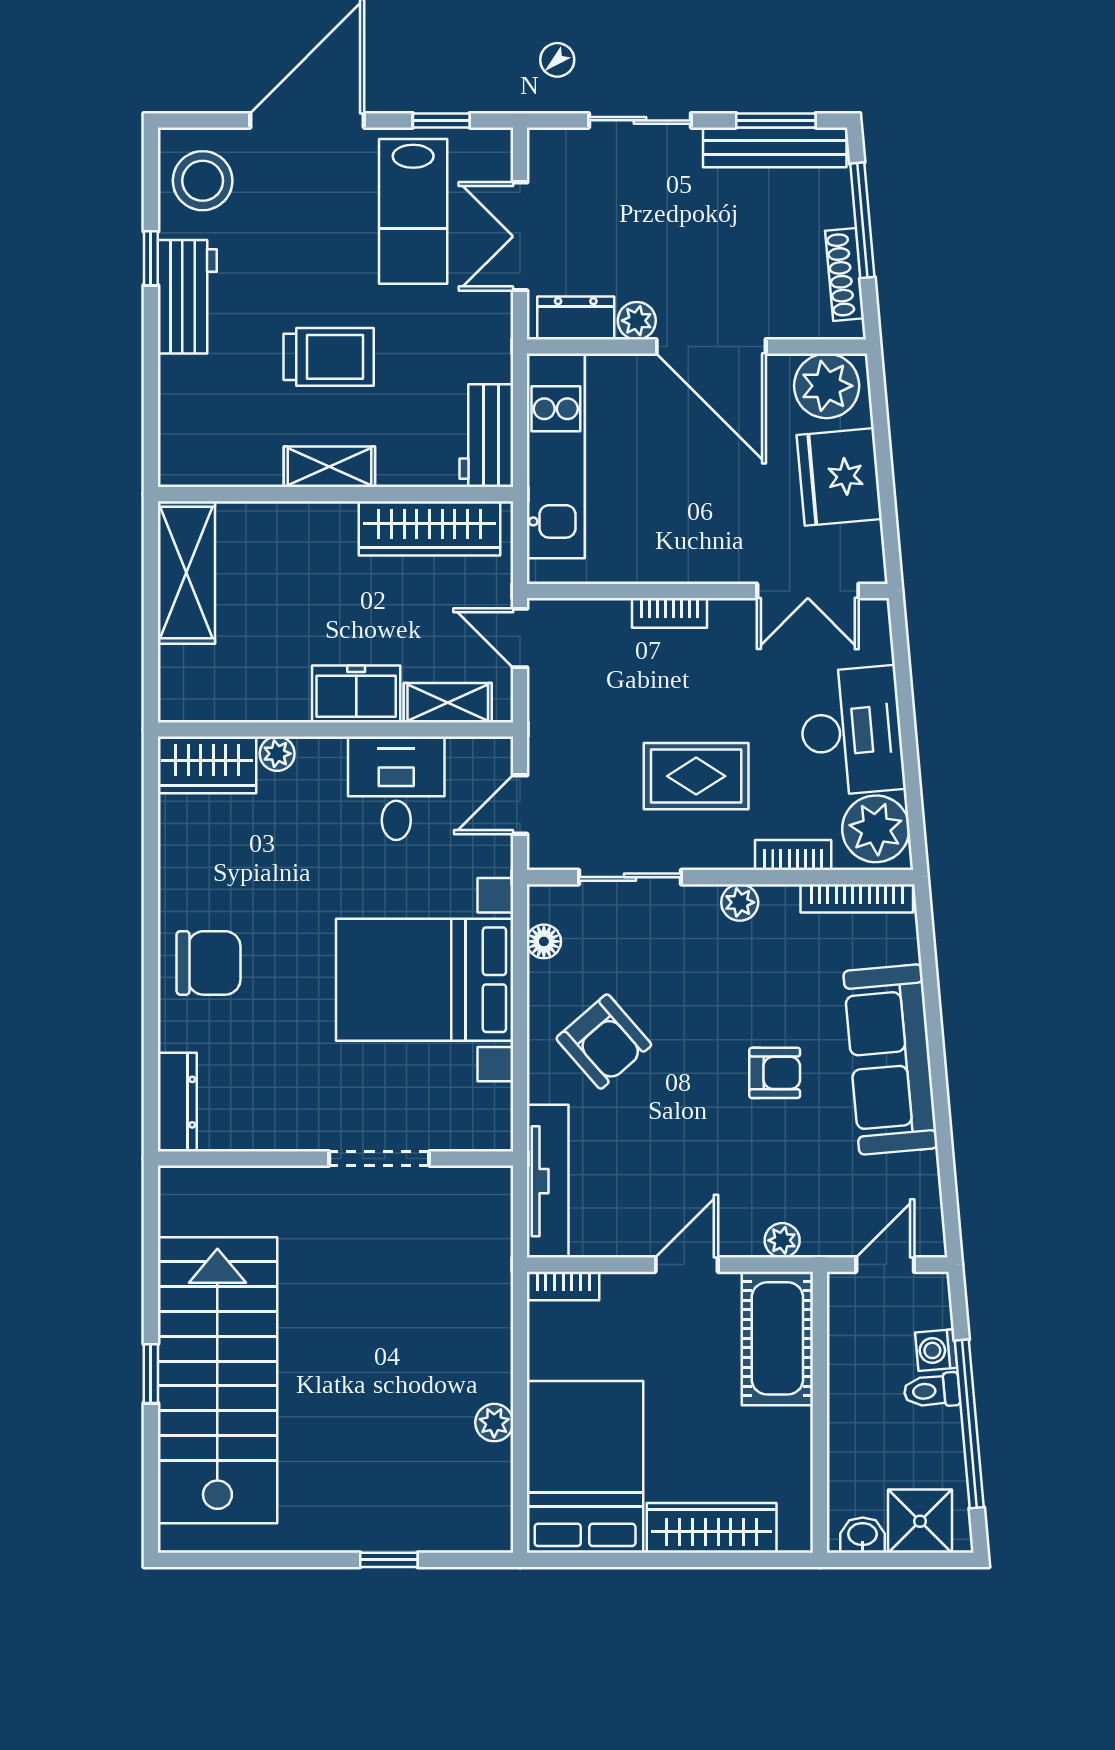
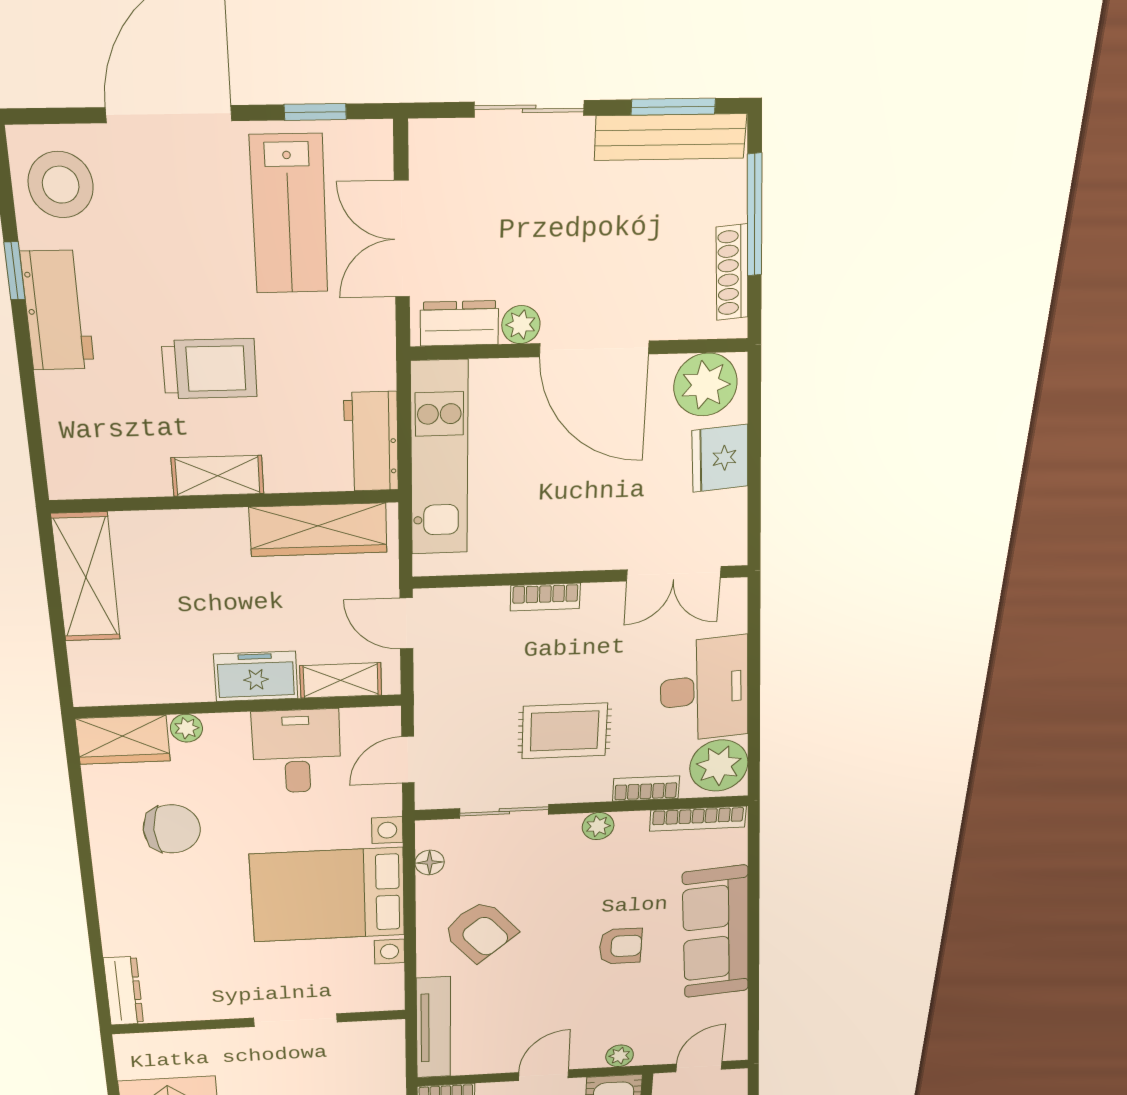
fridge: (839, 477) -> (720, 458), width x0.73, depth x0.75
chair: (209, 963) -> (172, 829), moved

